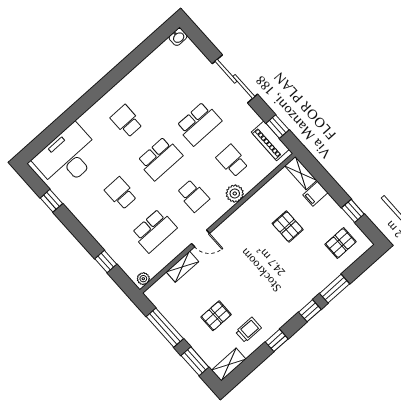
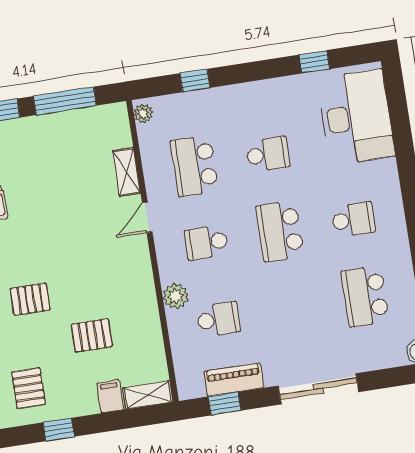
school desk: (199, 124) -> (365, 296), moved
piano: (270, 141) -> (234, 380), moved
pallet: (216, 316) -> (30, 299), moved, turned 90

